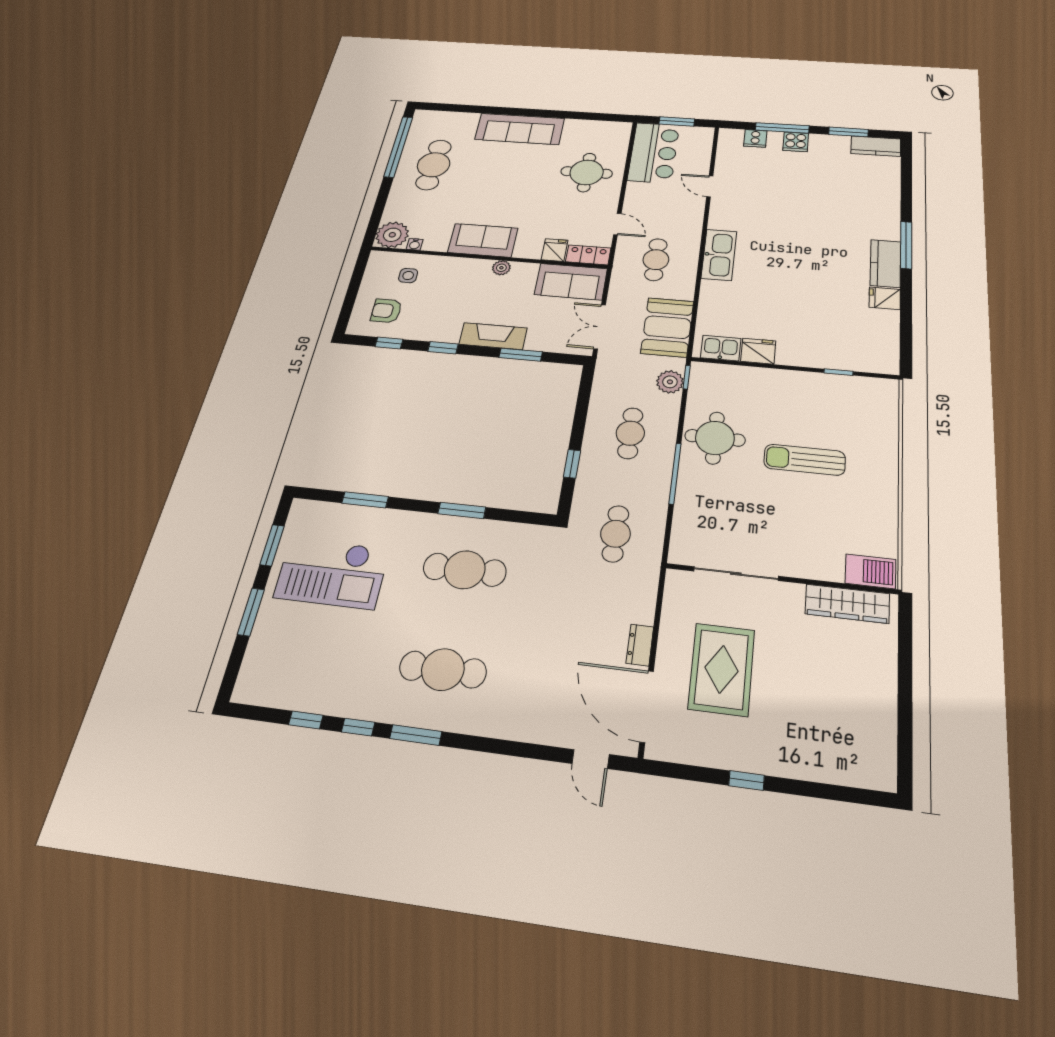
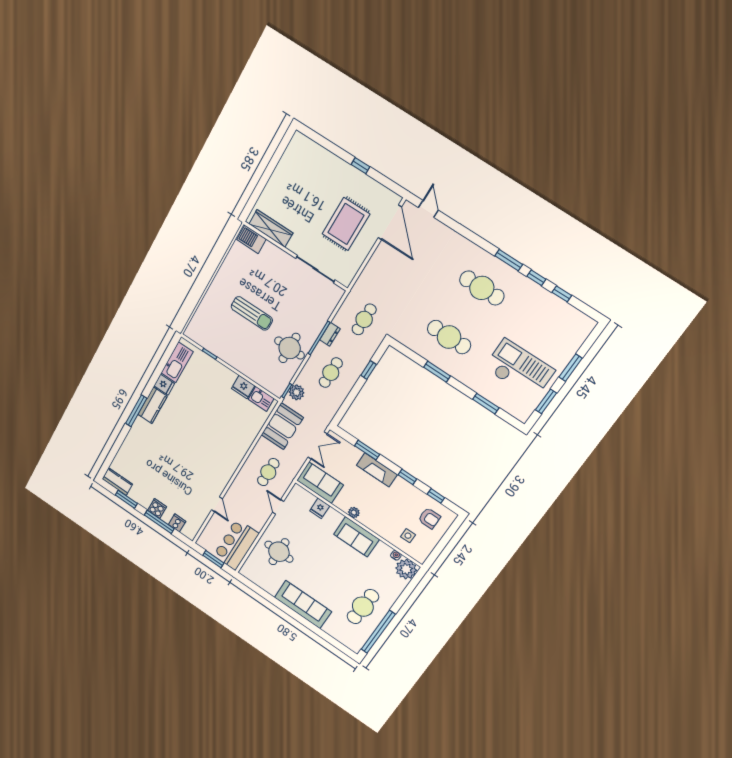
locker: (588, 255) -> (303, 495), removed
kitchen sink: (719, 255) -> (177, 362), moved, turned 180
dresser: (640, 645) -> (330, 334), moved

